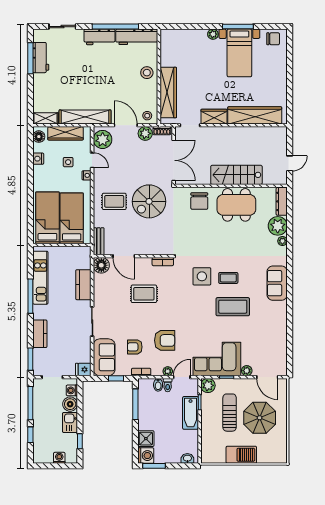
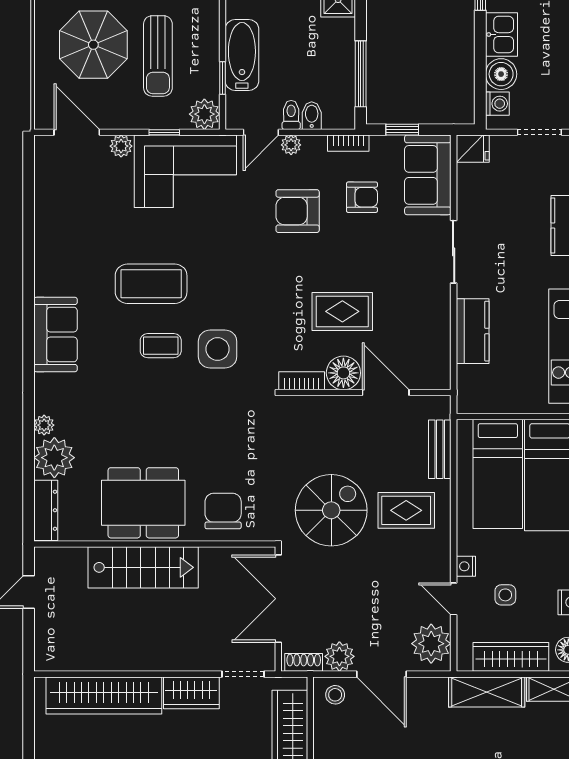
shelving: (85, 117) -> (487, 692), width x0.68
bench: (99, 241) -> (440, 449), moved
floor lamp: (101, 265) -> (343, 373), moved

